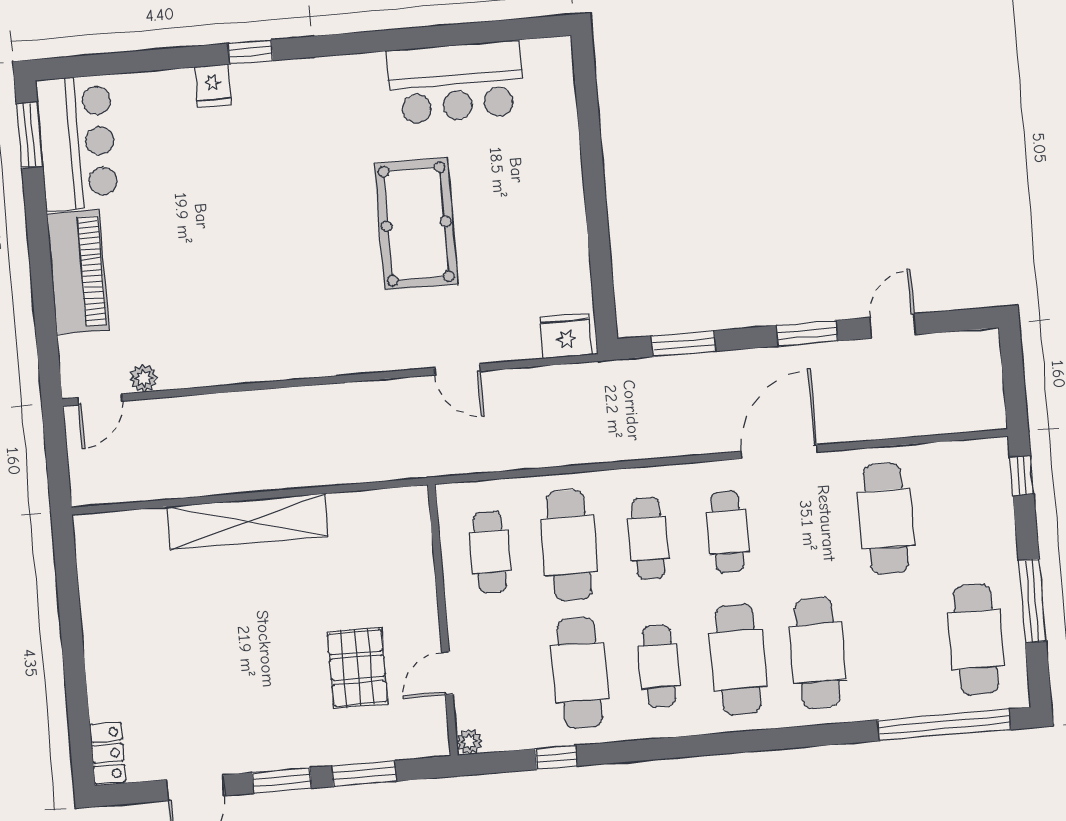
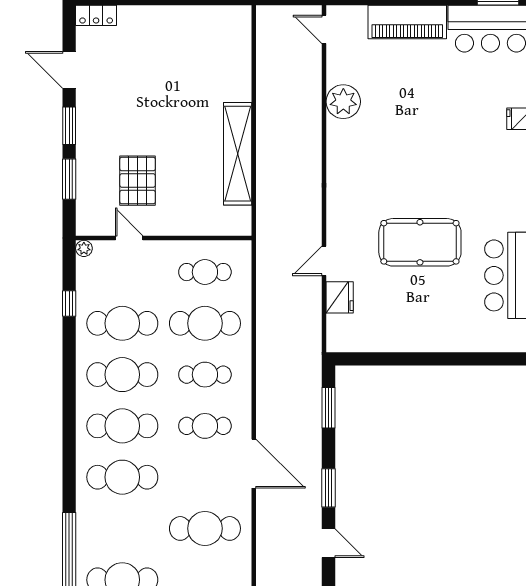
fridge: (566, 336) -> (340, 297), moved
plant: (144, 378) -> (343, 102), moved, width x1.88, depth x1.88
shelving: (247, 522) -> (238, 154), moved
cafe table: (659, 666) -> (122, 375), width x1.37, depth x1.35
pallet: (357, 668) -> (138, 181), turned 90

